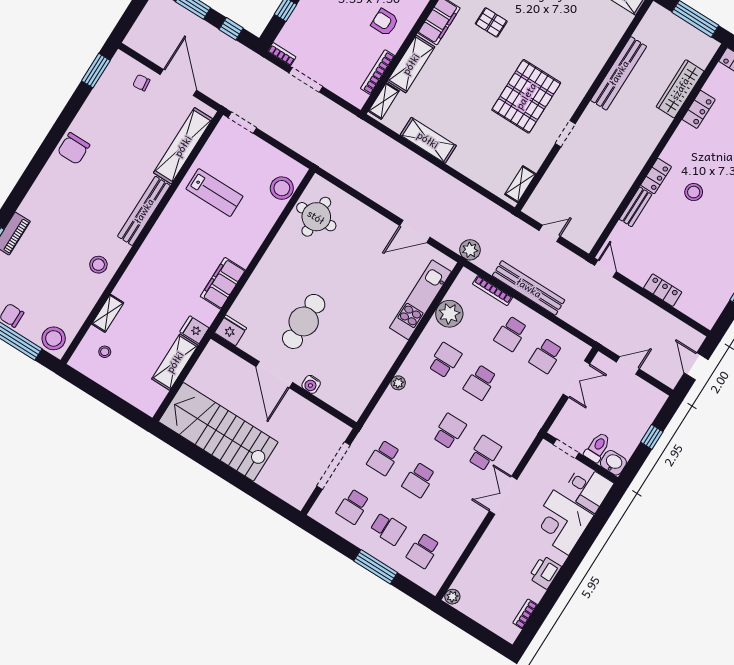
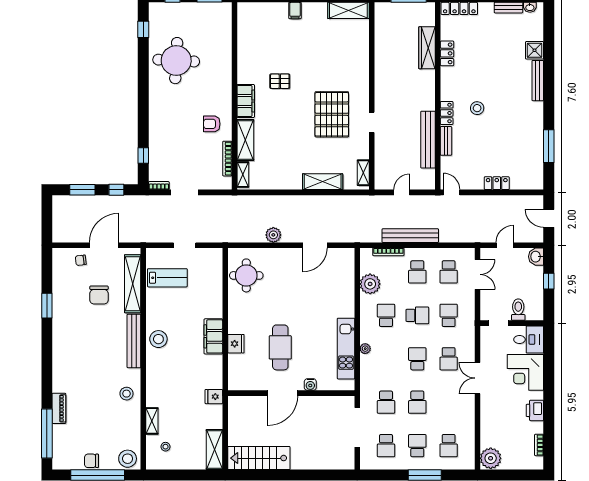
window: (96, 71) -> (47, 306), moved
bench: (619, 73) -> (428, 140), moved
door: (178, 82) -> (104, 245), hinge flipped
doorway: (242, 123) -> (185, 245), moved
shelving: (428, 140) -> (323, 182), moved
chair: (74, 149) -> (99, 295), moved
stool: (282, 188) -> (158, 339), moved
lab bench: (214, 193) -> (167, 278), moved
plant: (470, 250) -> (273, 235), moved
filing cabinet: (223, 283) -> (213, 336), moved
kitchen unit: (420, 300) -> (346, 349), moved
fridge: (231, 330) -> (236, 344), moved, turned 90
shelving: (175, 362) -> (214, 450), moved
door: (274, 375) -> (283, 393), hinge flipped
school desk: (480, 382) -> (417, 315), turned -90
school desk: (515, 405) -> (449, 315), added
stairs: (218, 432) -> (259, 458), width x0.73, depth x0.66
school desk: (485, 453) -> (449, 359), turned 180
washbasin: (613, 463) -> (536, 257), moved, turned -90
school desk: (388, 529) -> (417, 446), turned -90
plant: (452, 597) -> (491, 458), width x1.87, depth x1.87

